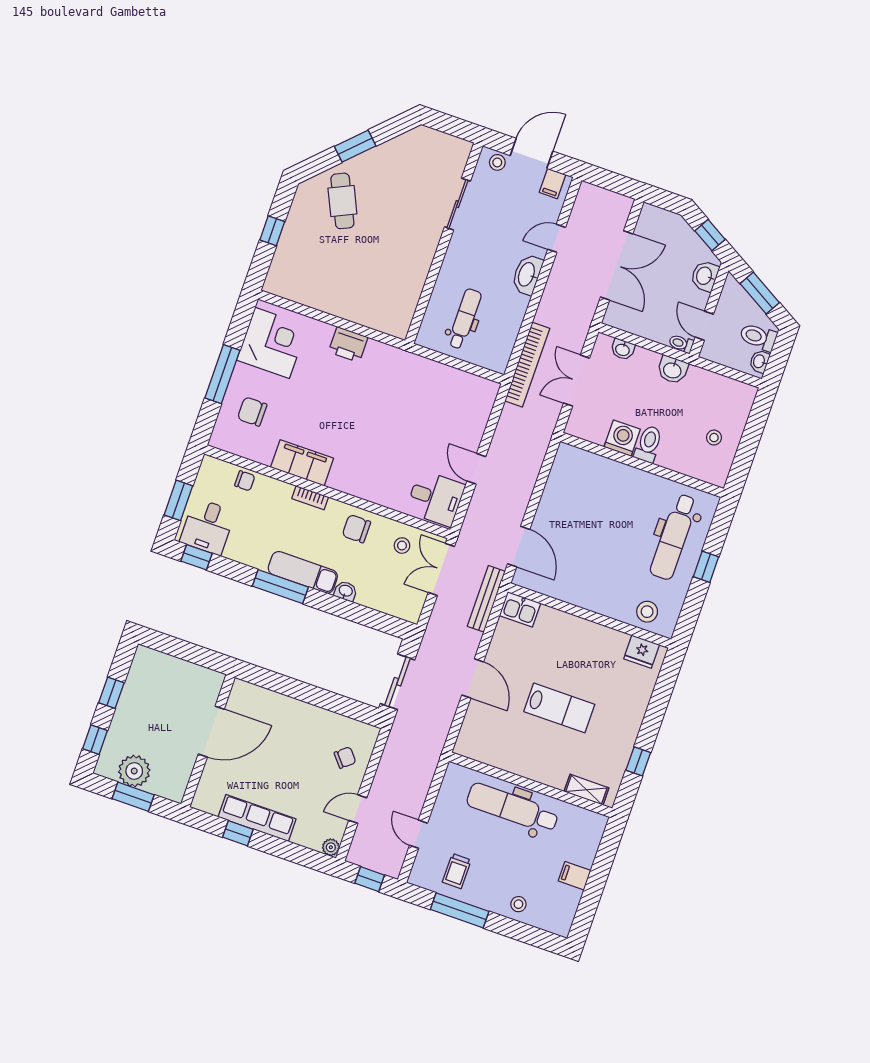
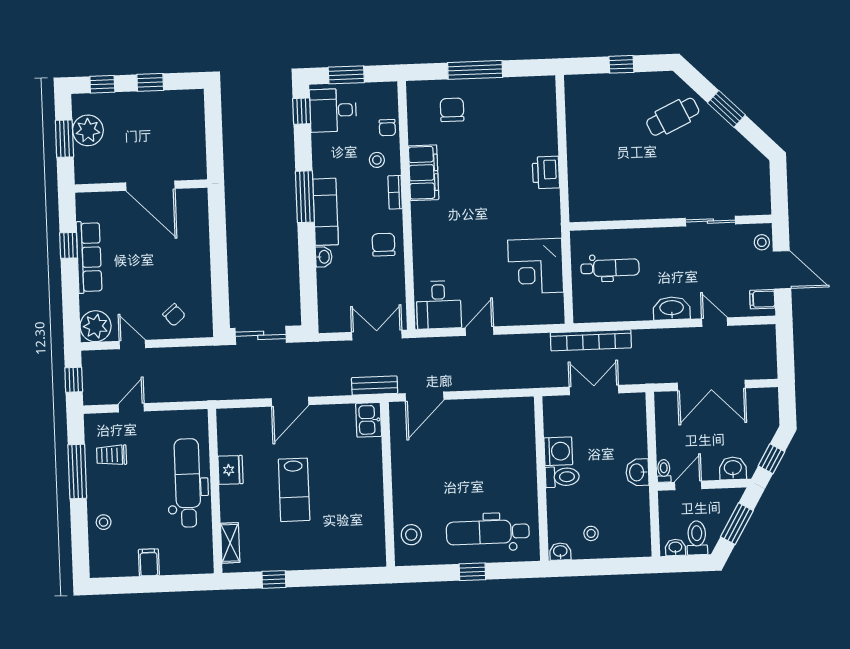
corner desk: (272, 343) -> (536, 266), moved, turned 90
washbasin: (623, 349) -> (560, 551), moved, turned 90
stool: (402, 546) -> (377, 160), moved
bench: (486, 599) -> (375, 386), width x0.73
fridge: (642, 652) -> (231, 470), moved, turned 180
plant: (331, 847) -> (96, 326), width x1.87, depth x1.87

